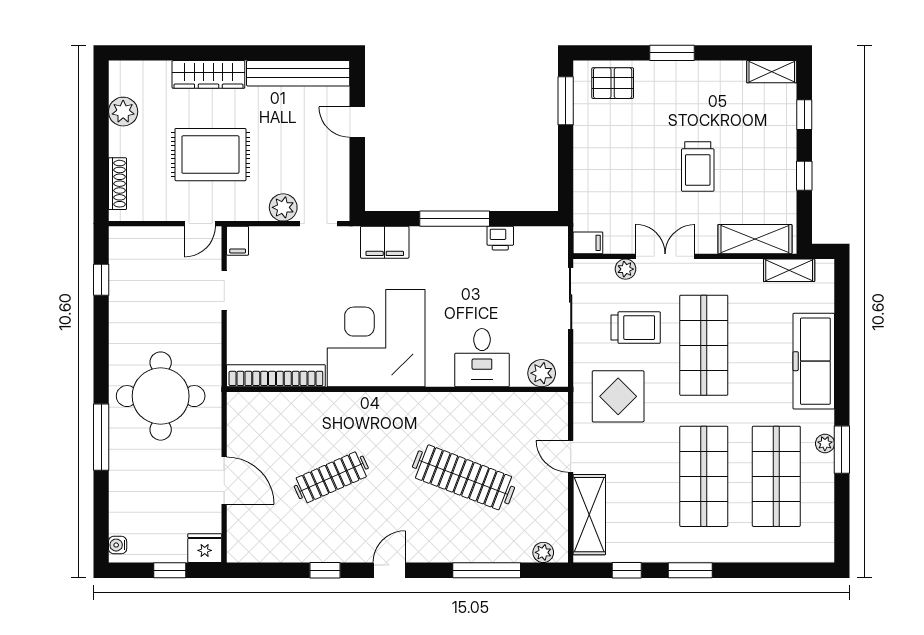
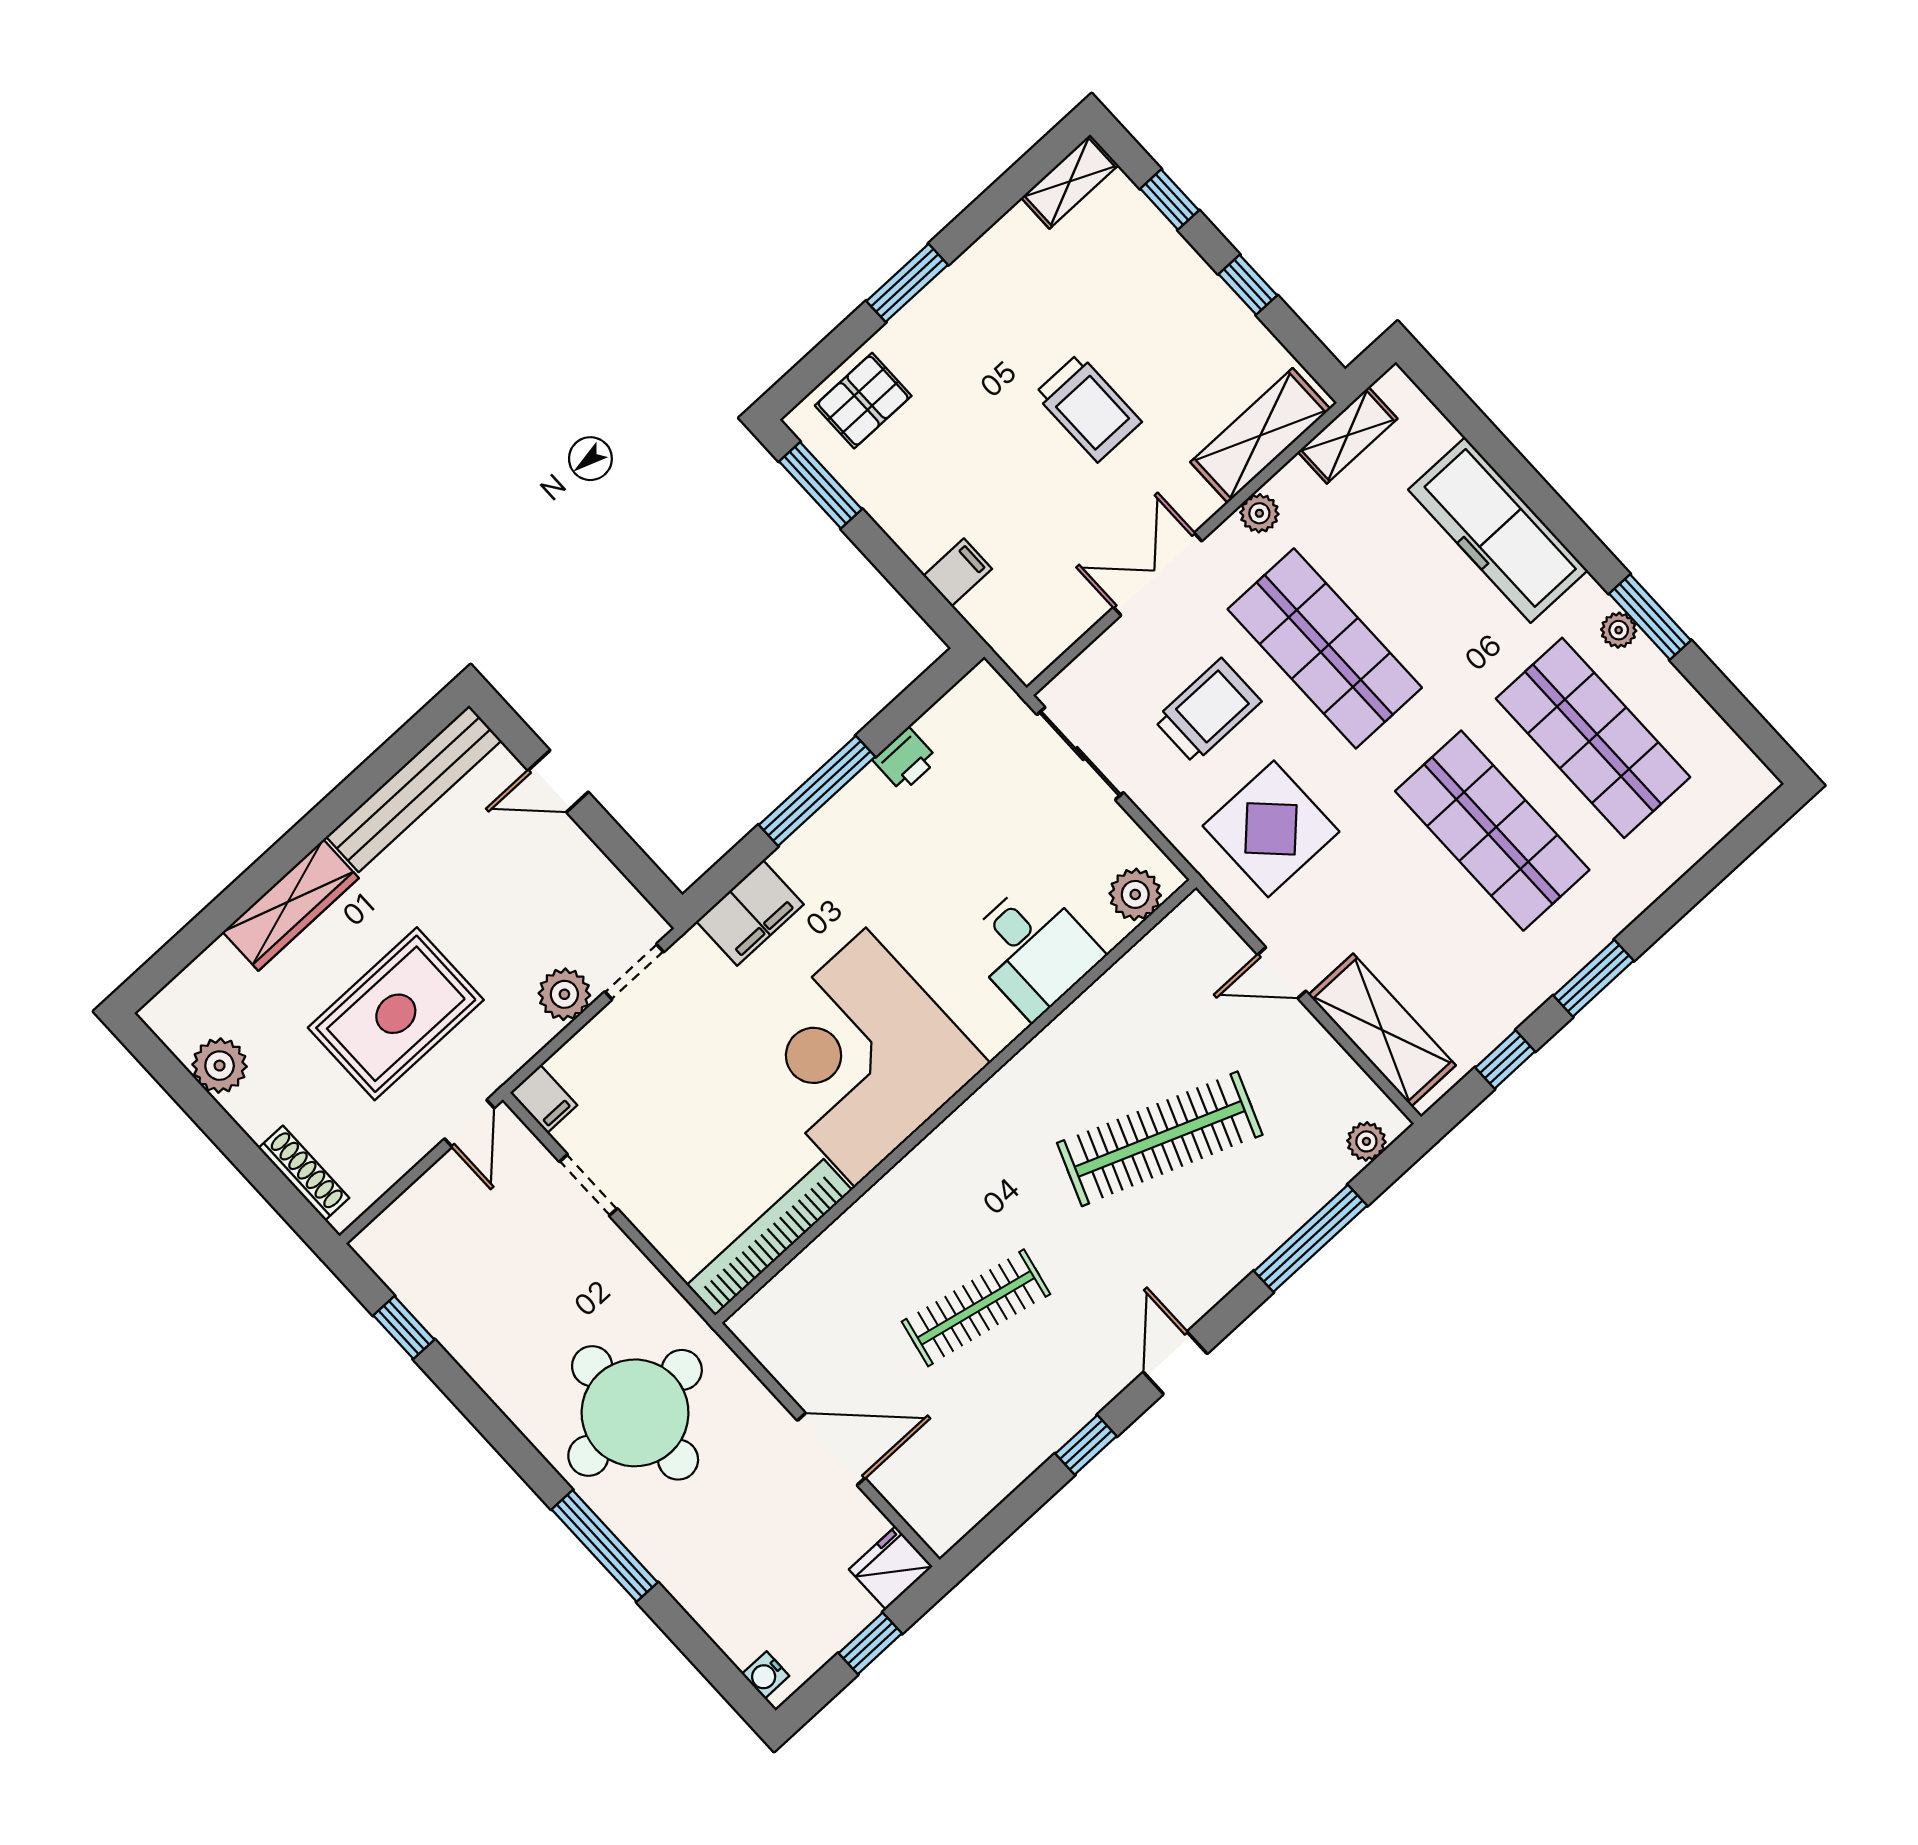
filing cabinet: (588, 243) -> (958, 572), moved
plant: (626, 269) -> (1259, 513), moved
clothes rail: (331, 477) -> (976, 1308), turned 36

